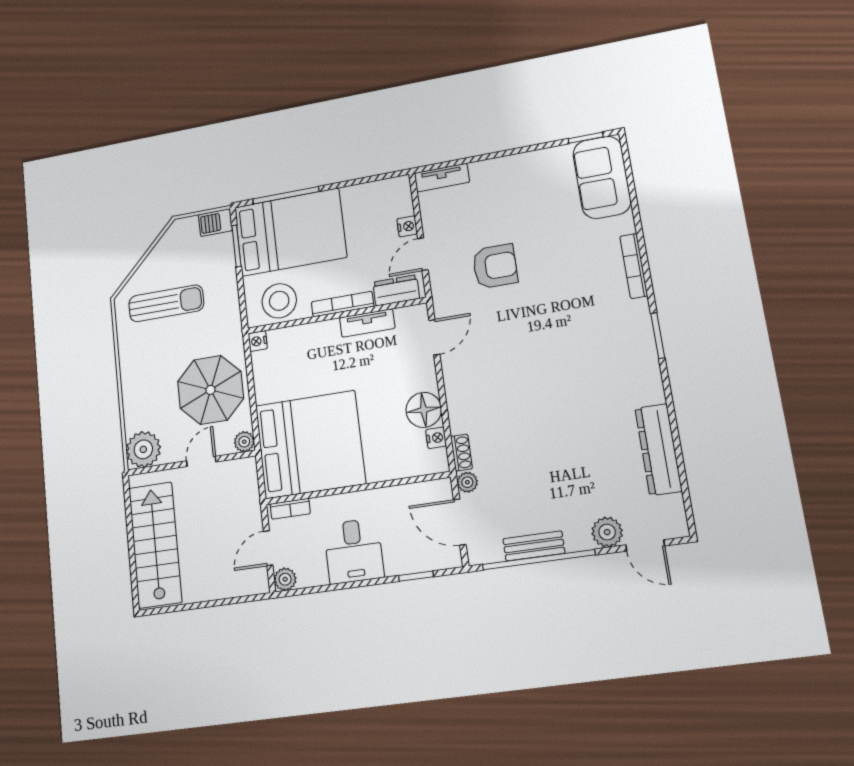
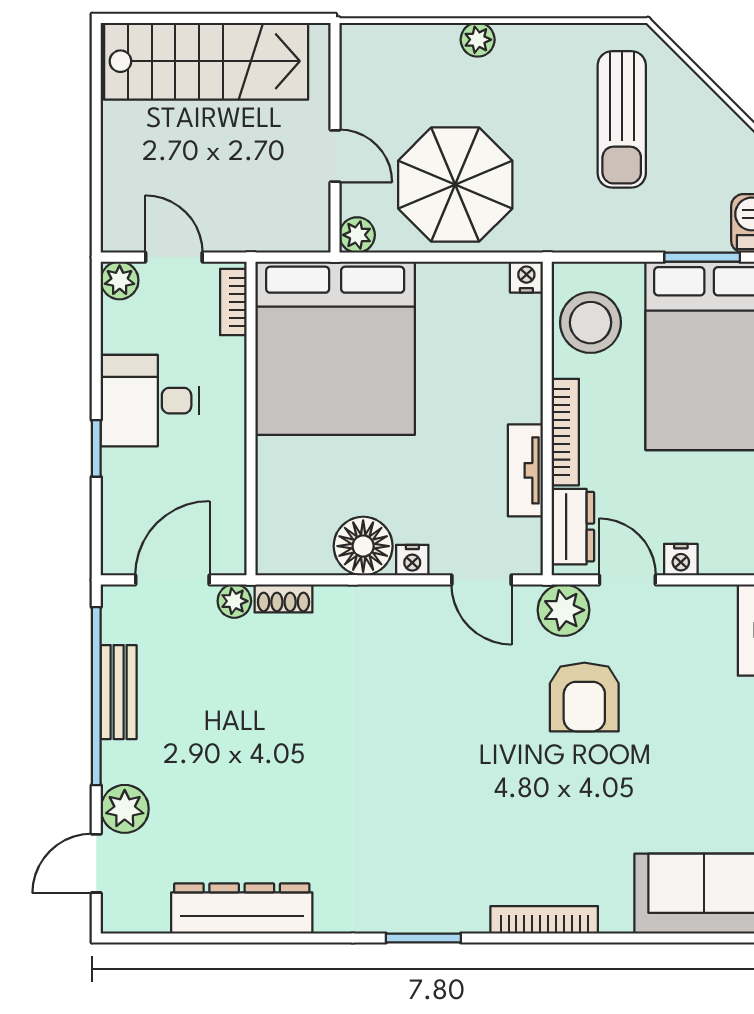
plant: (445, 287) -> (564, 610), added
nightstand: (436, 438) -> (412, 560), moved
plant: (143, 449) -> (478, 40), moved, width x0.53, depth x0.53
window: (416, 576) -> (96, 448), moved

